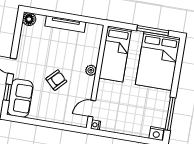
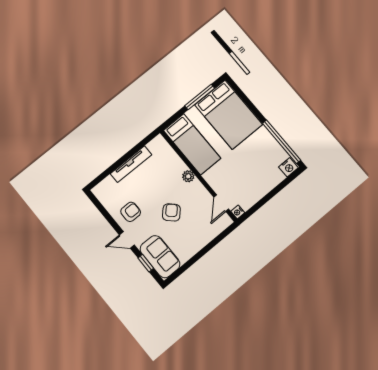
floor lamp: (29, 19) -> (100, 191), removed
armchair: (33, 52) -> (131, 212), added
window: (170, 114) -> (281, 142), width x1.46

